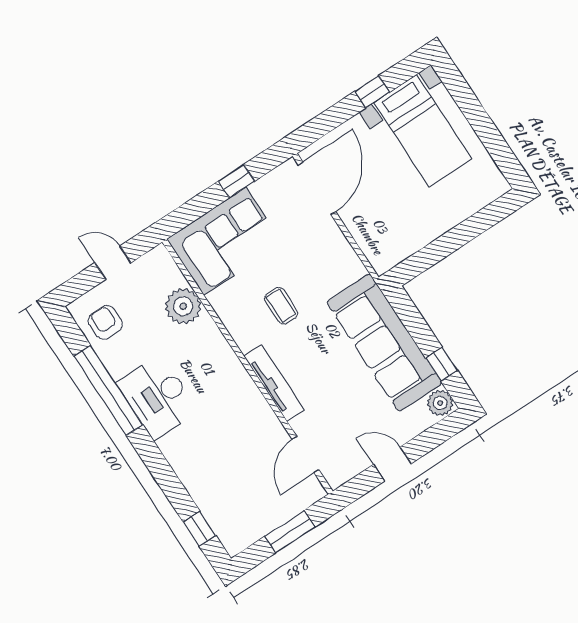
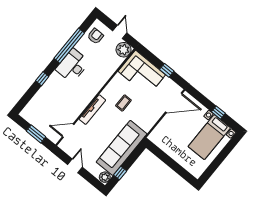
plant: (183, 306) -> (124, 50), moved
window: (200, 529) -> (42, 79), moved

